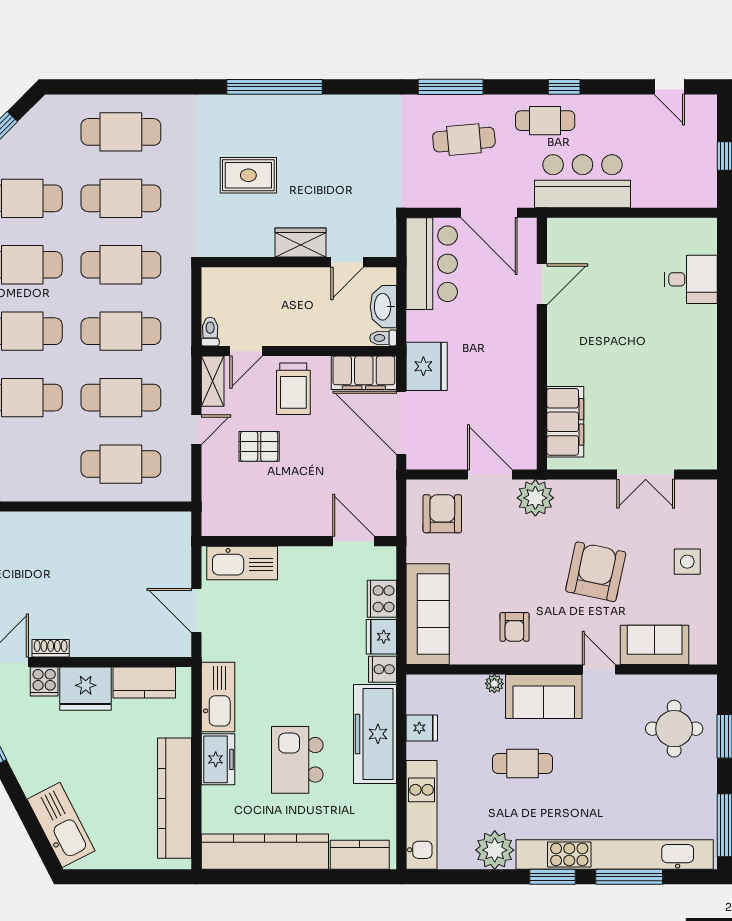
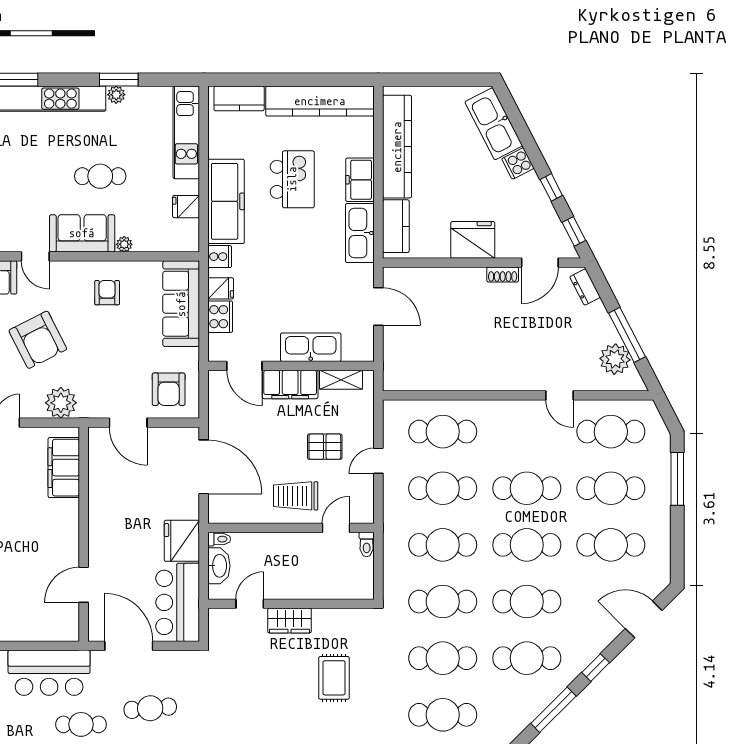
rug: (248, 175) -> (334, 678), turned 90
fridge: (427, 366) -> (182, 541), moved
filing cabinet: (364, 373) -> (290, 384), moved, turned 180
shelving: (213, 381) -> (341, 380), moved, turned 90
trolley: (293, 389) -> (296, 496), turned -90
plant: (535, 498) -> (61, 403), moved
kitchen sink: (242, 563) -> (311, 347), moved
armchair: (596, 572) -> (38, 340), turned -39
fridge: (381, 637) -> (221, 288), width x0.72
cooker: (44, 682) -> (518, 163), moved, turned -117
kitchen counter: (144, 683) -> (396, 226), moved, turned 90
plant: (495, 850) -> (116, 95), width x0.53, depth x0.53
window: (553, 877) -> (119, 80), moved

